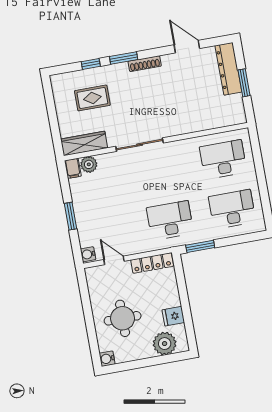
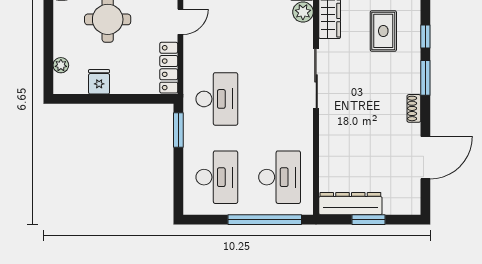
door: (187, 47) -> (425, 158), width x1.36
shoe rack: (145, 64) -> (414, 108), width x0.70
dresser: (228, 69) -> (350, 204), moved
window: (259, 165) -> (265, 220), added
plant: (165, 344) -> (61, 65), width x0.53, depth x0.53

